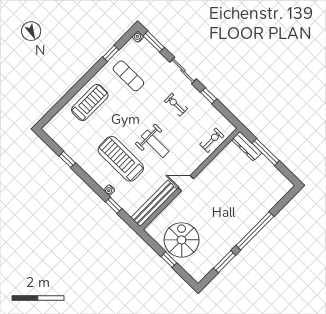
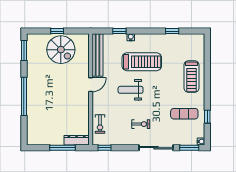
sliding door: (183, 71) -> (156, 148), width x1.37
window: (209, 96) -> (104, 148), moved
window: (225, 262) -> (24, 50), moved

